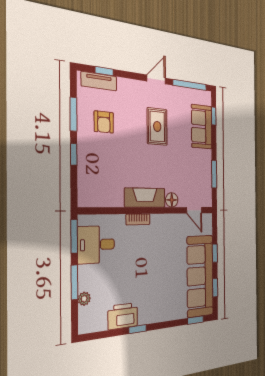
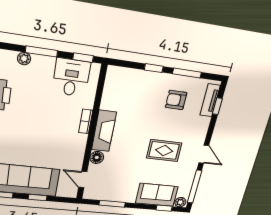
plant: (206, 99) -> (180, 202), added
door: (194, 210) -> (83, 180), hinge flipped
window: (74, 236) -> (83, 58), width x0.67

